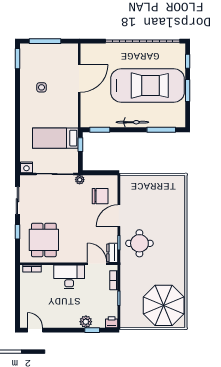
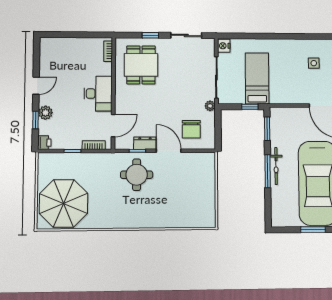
window: (161, 130) -> (268, 171), moved
dining table: (44, 240) -> (141, 65), turned 90
dresser: (112, 253) -> (145, 143), moved
door: (35, 330) -> (36, 86), moved

